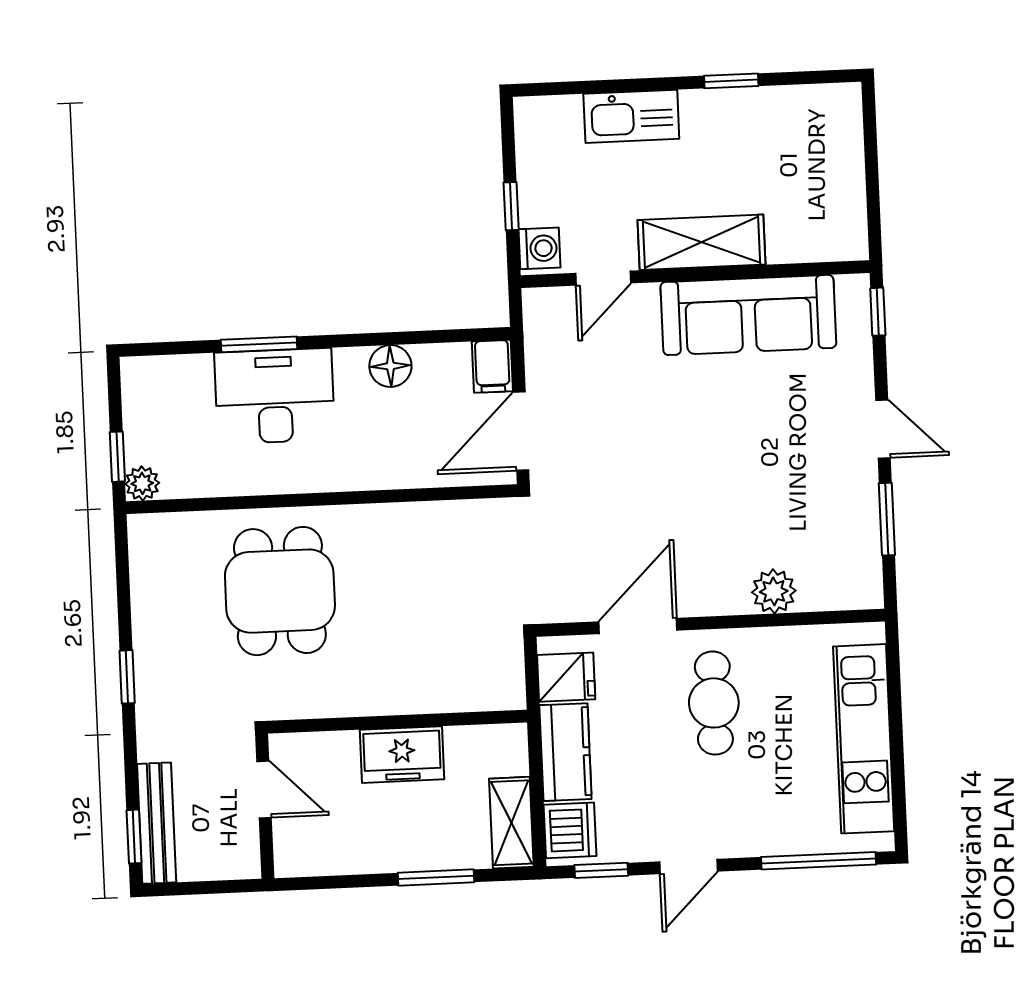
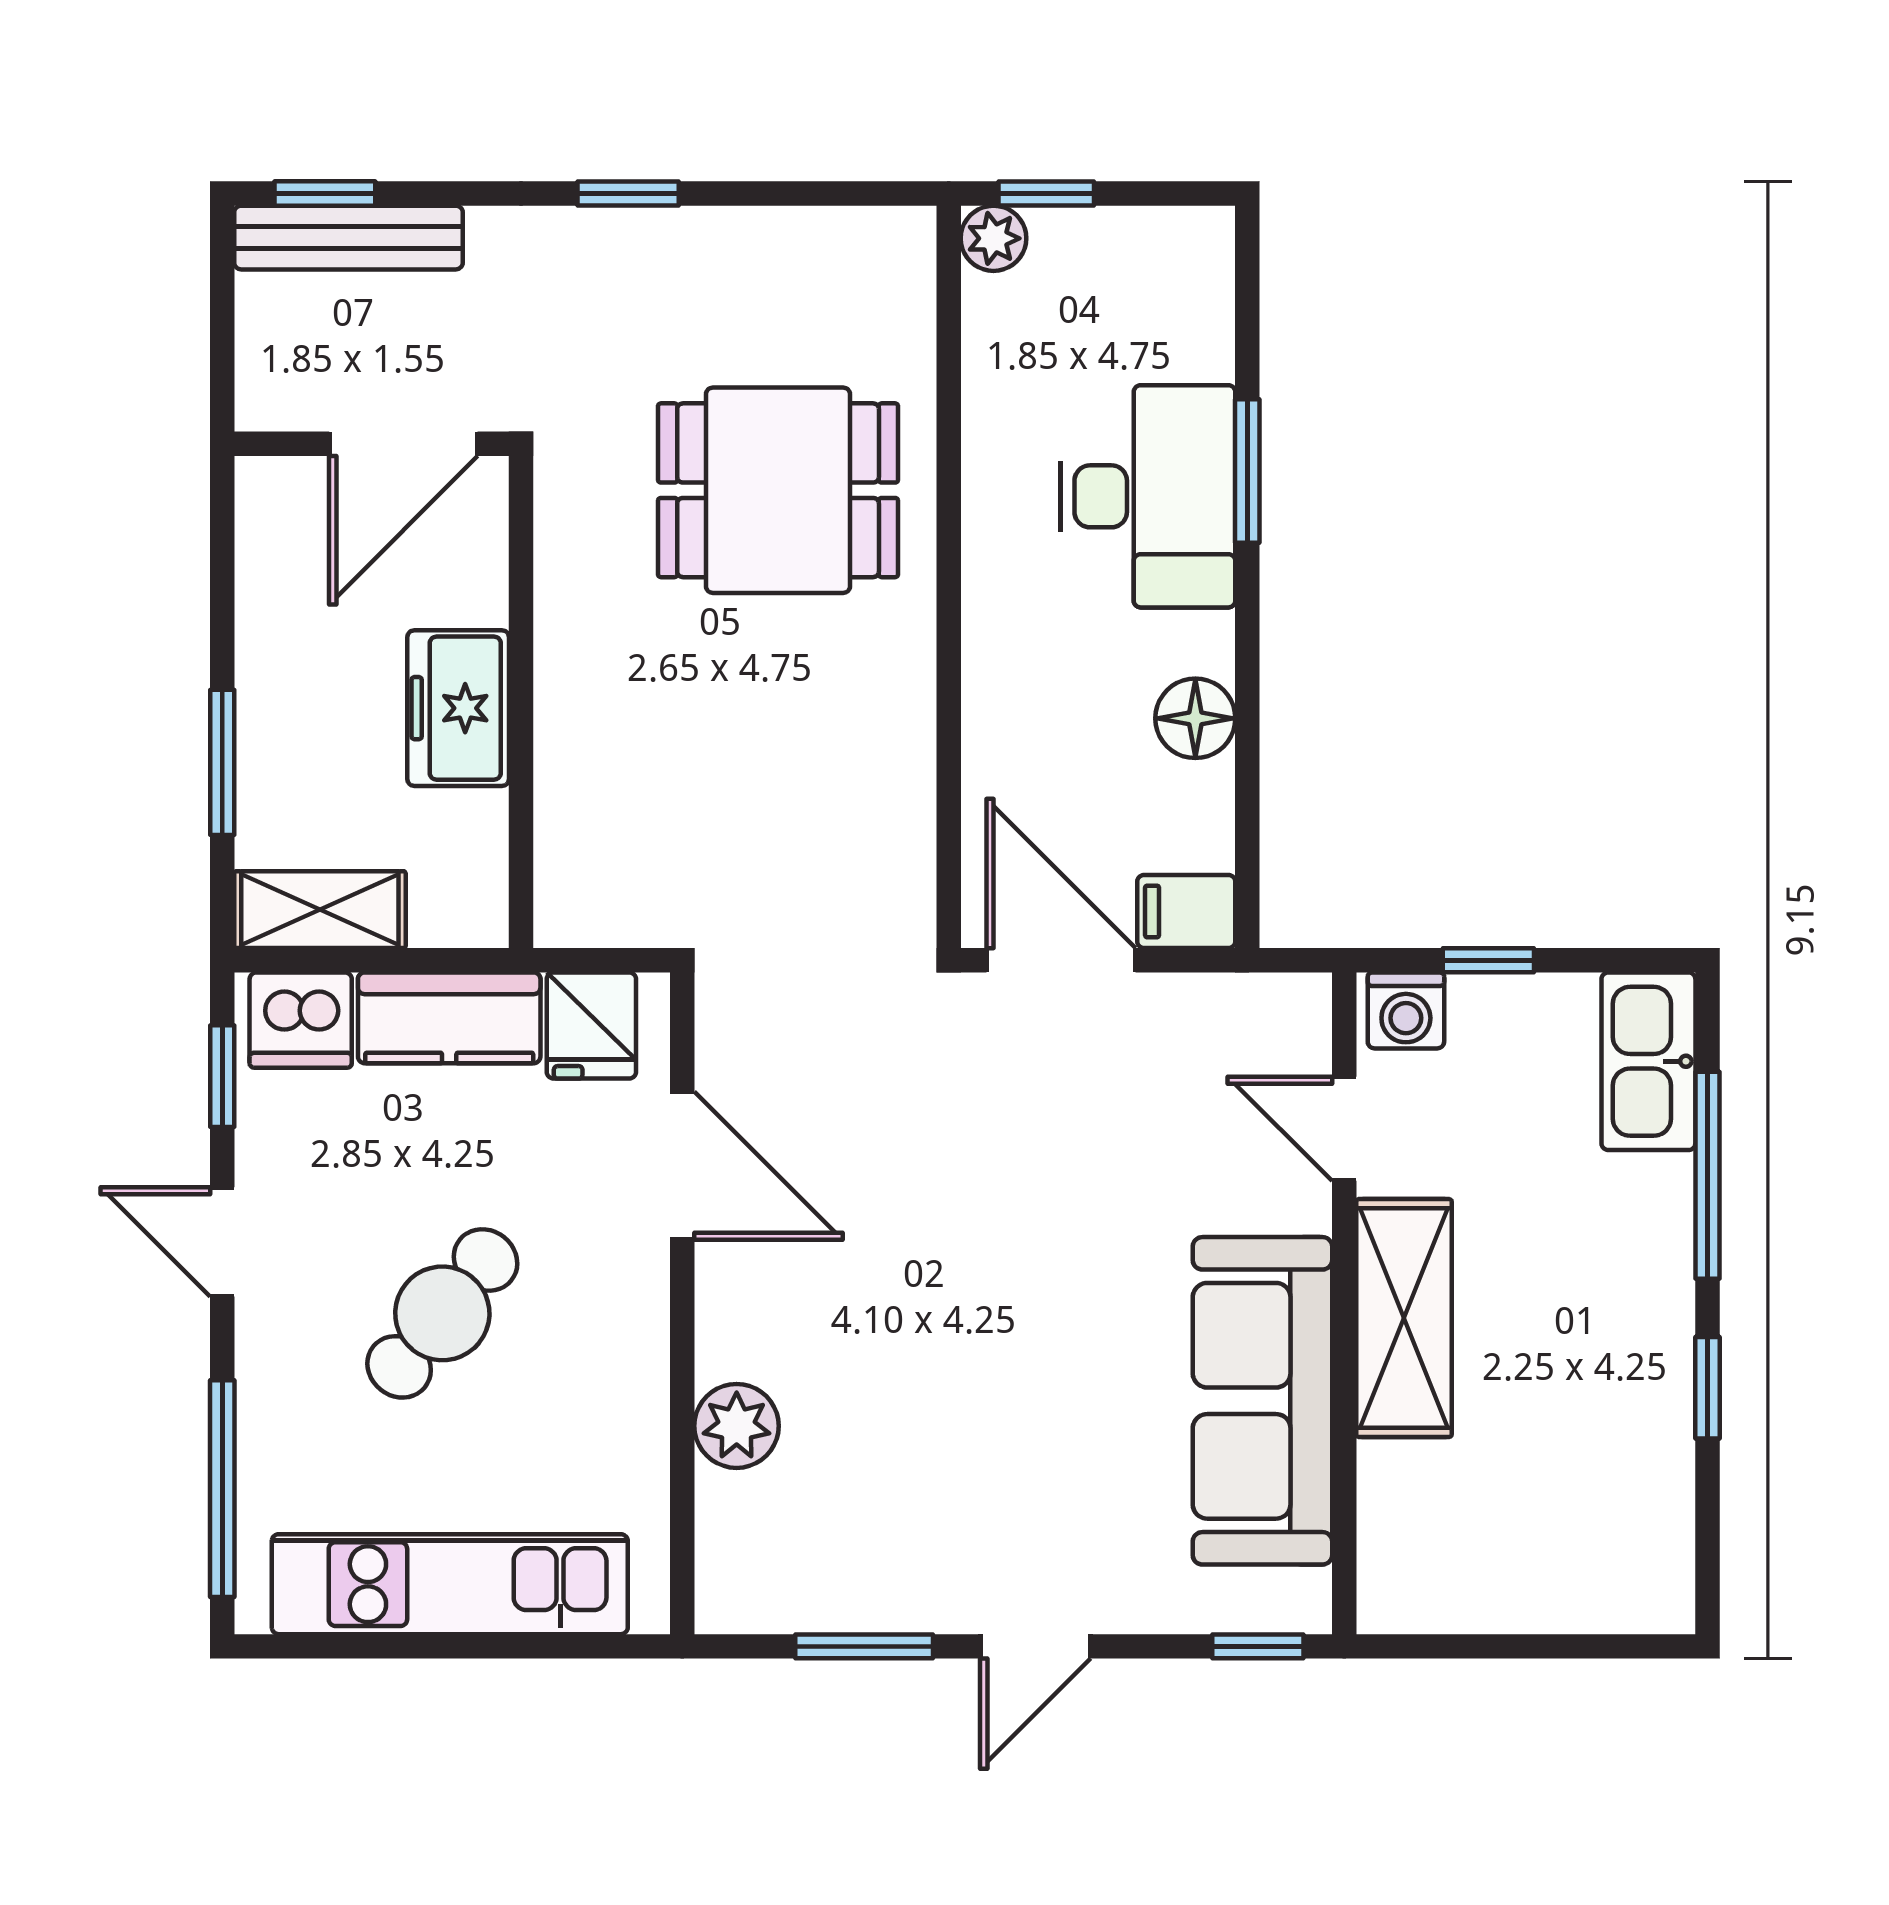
window: (619, 86) -> (1707, 1175), added
kitchen sink: (631, 116) -> (1648, 1061), moved
cafe table: (714, 703) -> (442, 1313), moved, turned -51
door: (264, 789) -> (403, 444), width x1.38

